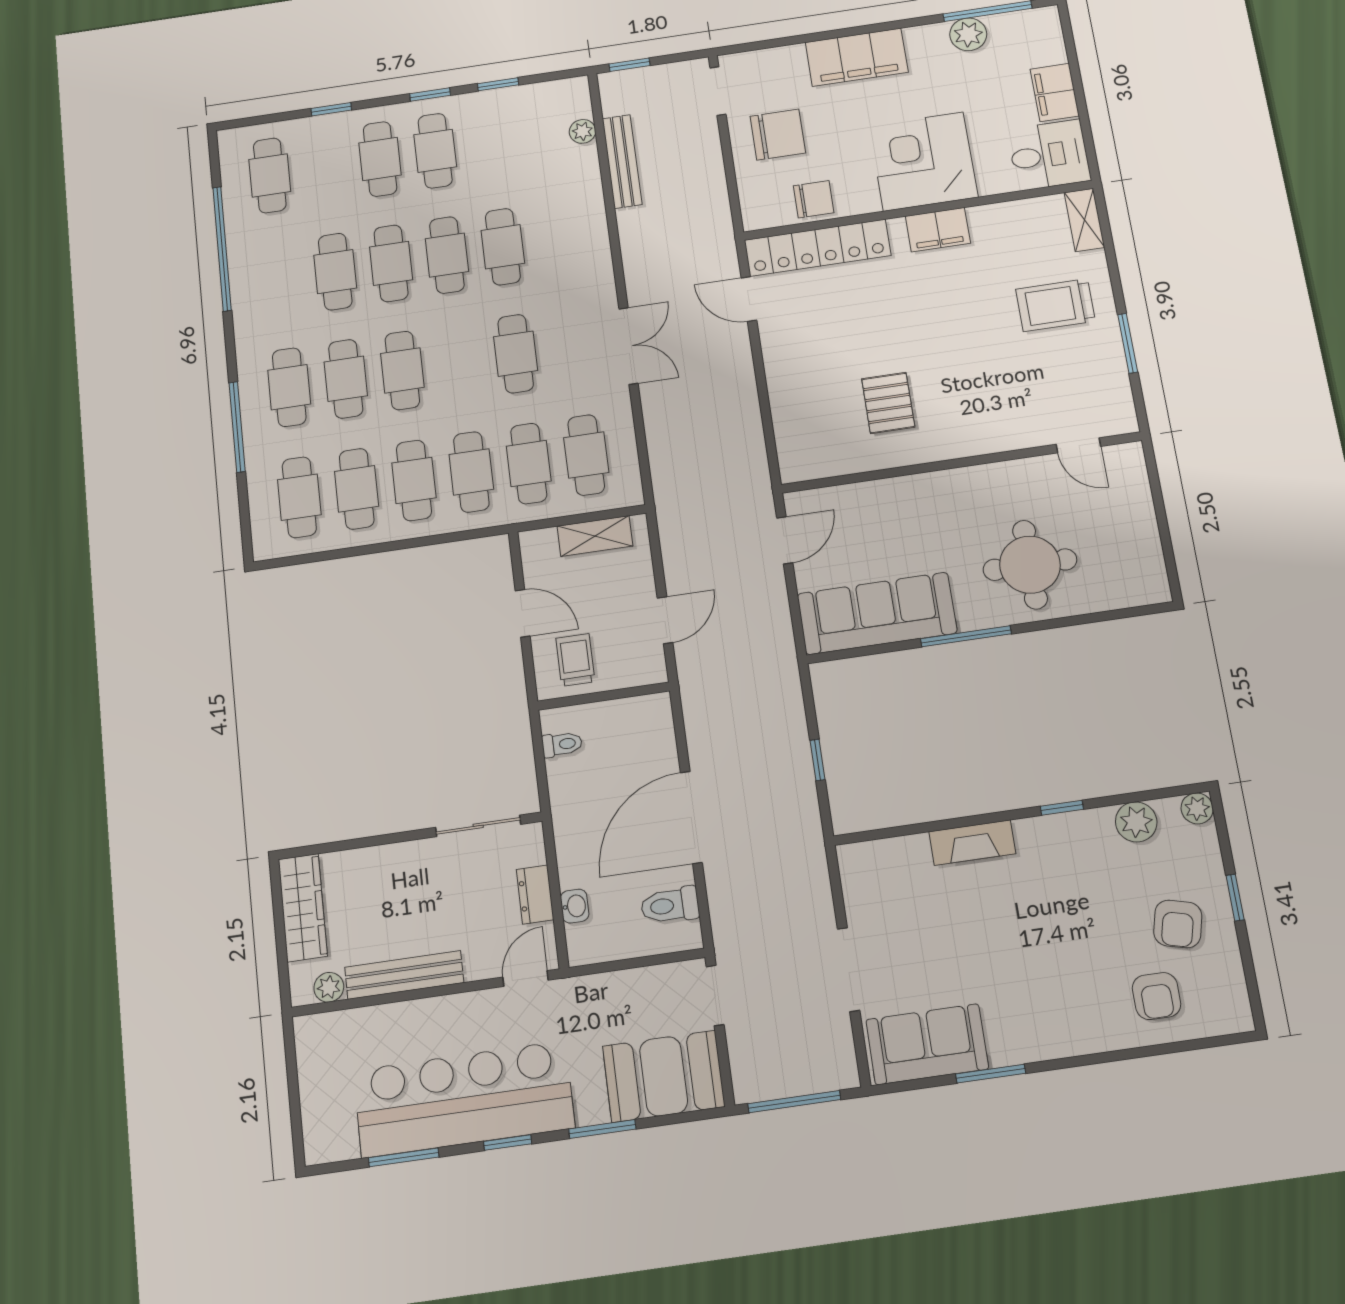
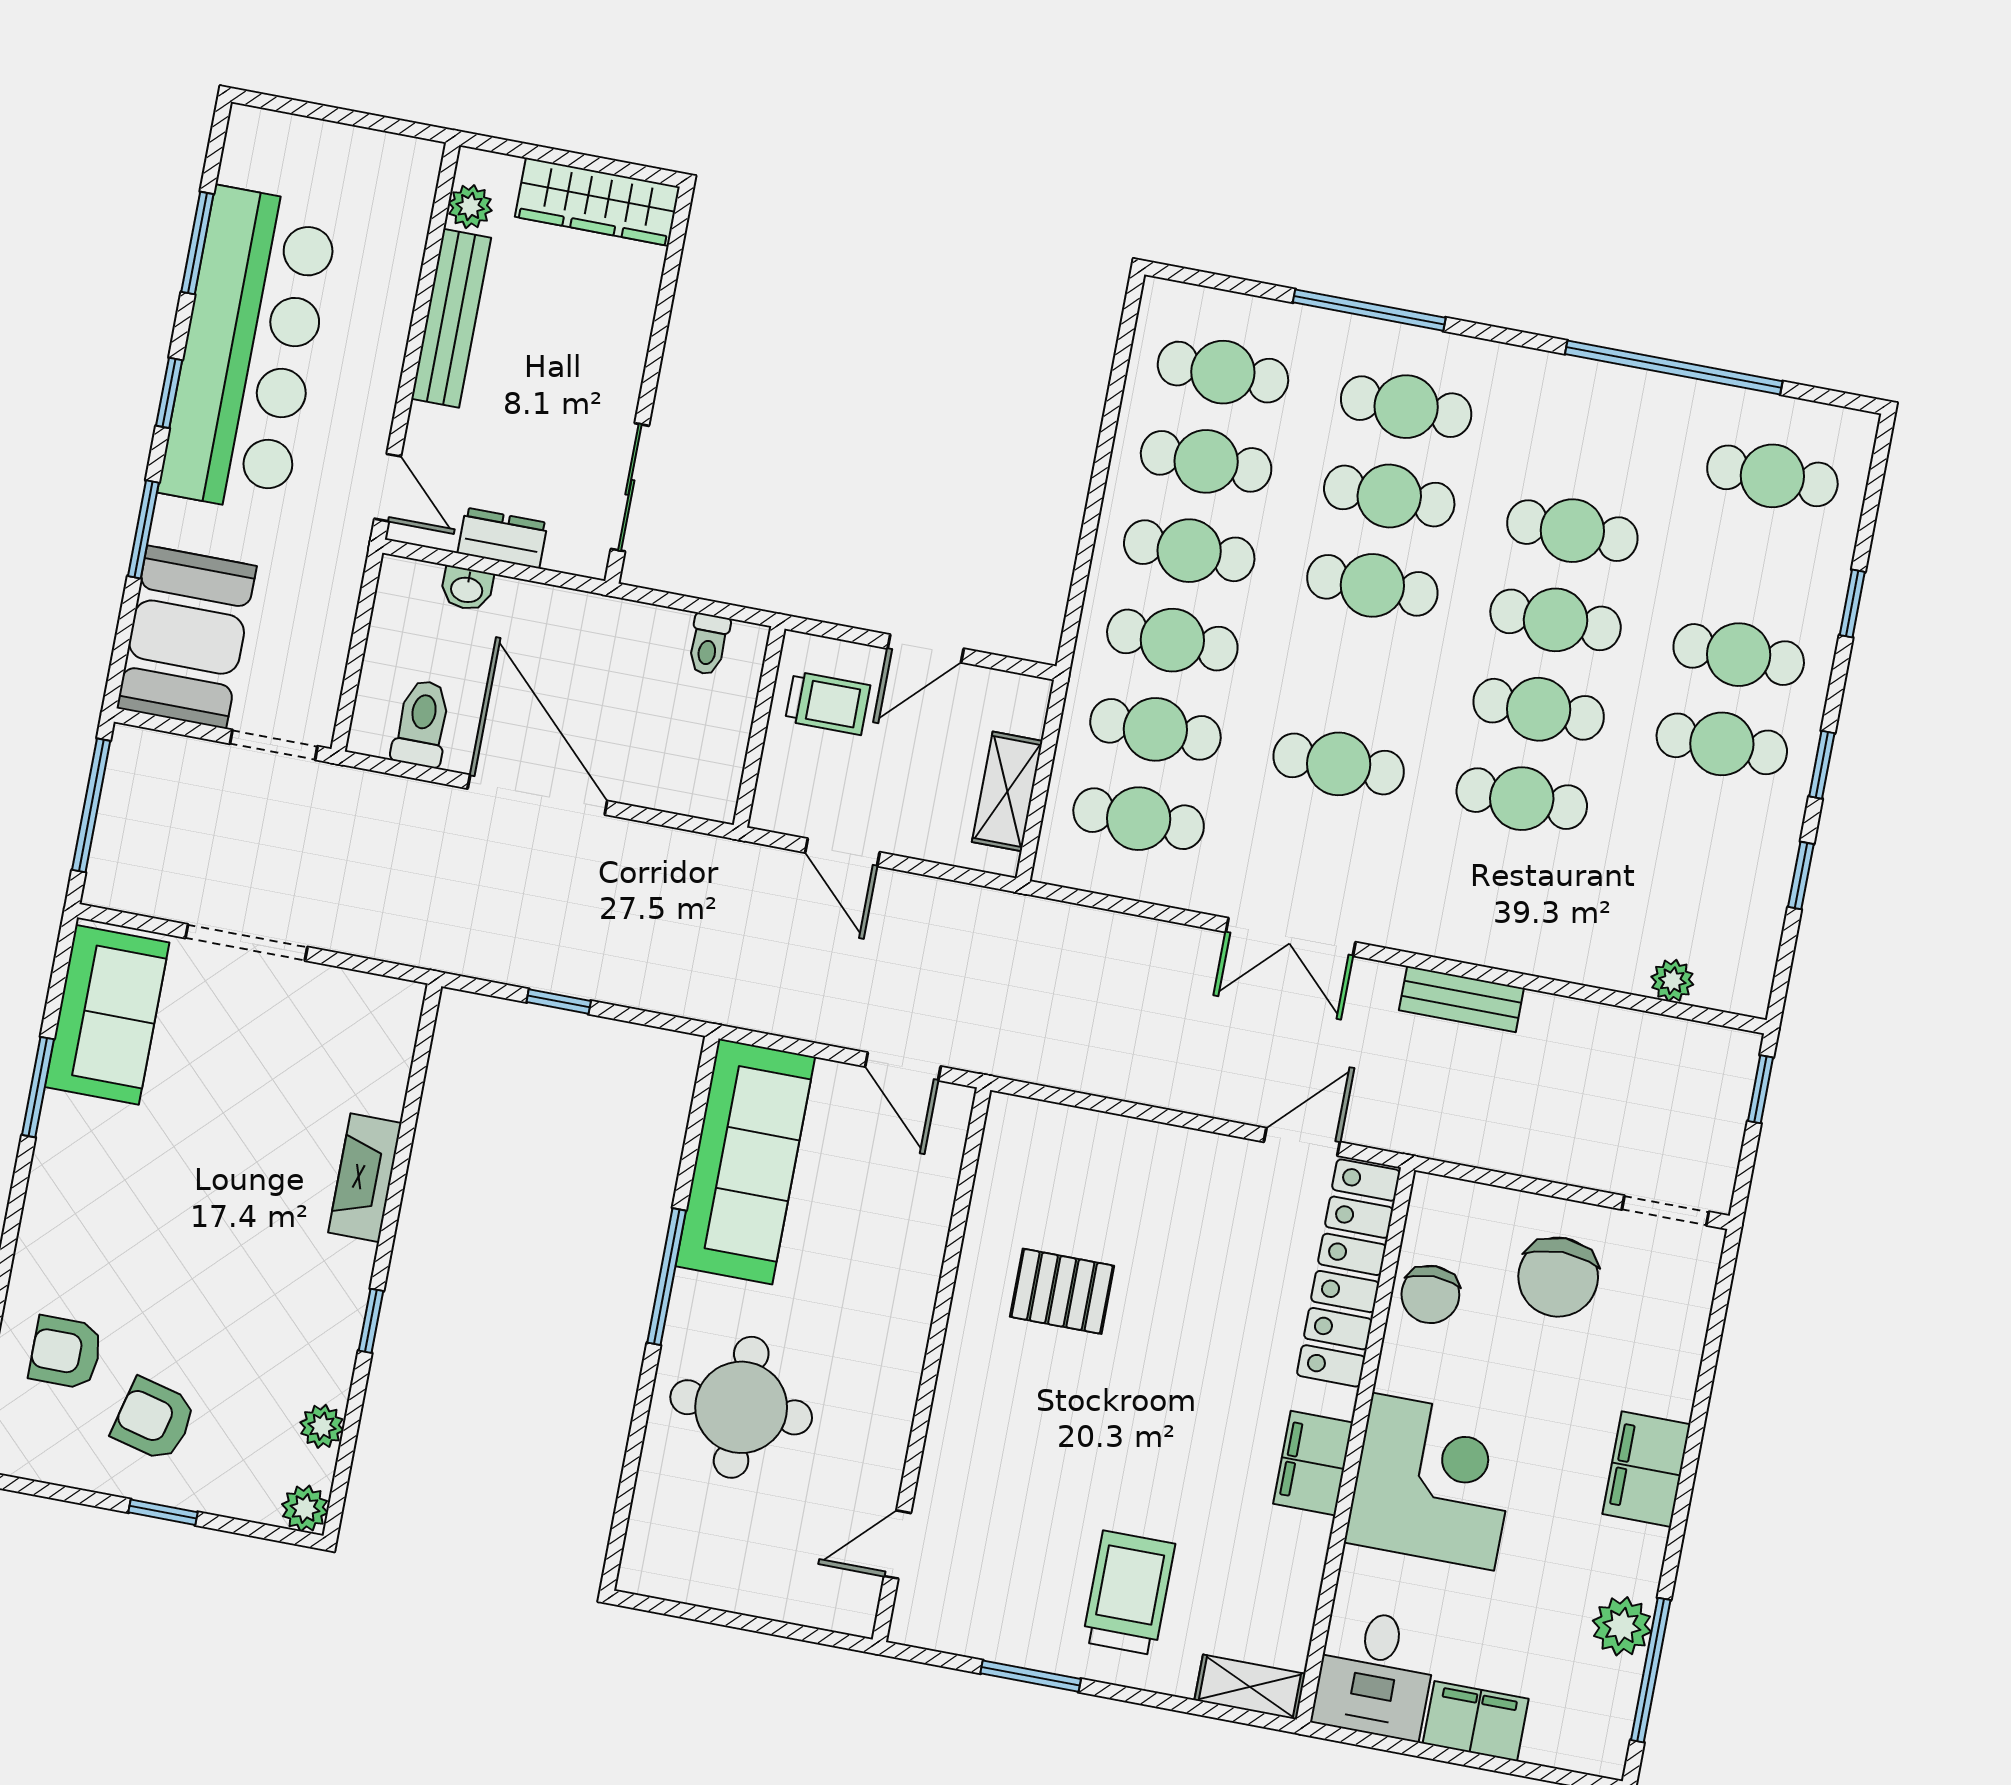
filing cabinet: (857, 57) -> (1646, 1469), width x0.67, depth x0.86
bench: (622, 161) -> (1461, 999), moved, width x0.73
plant: (1136, 822) -> (322, 1426), width x0.73, depth x0.73

